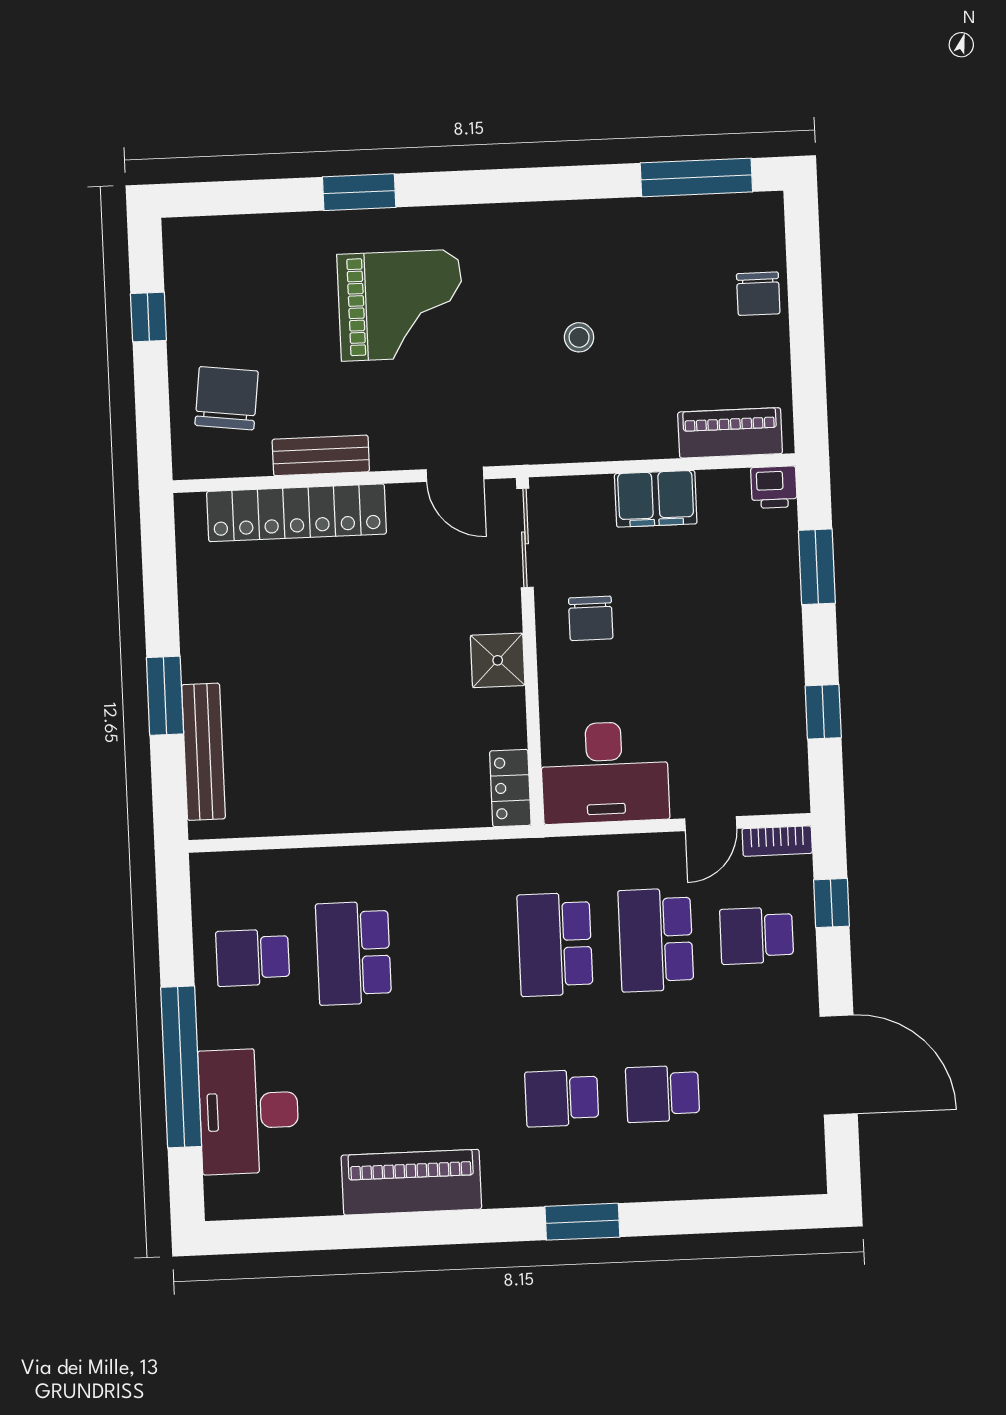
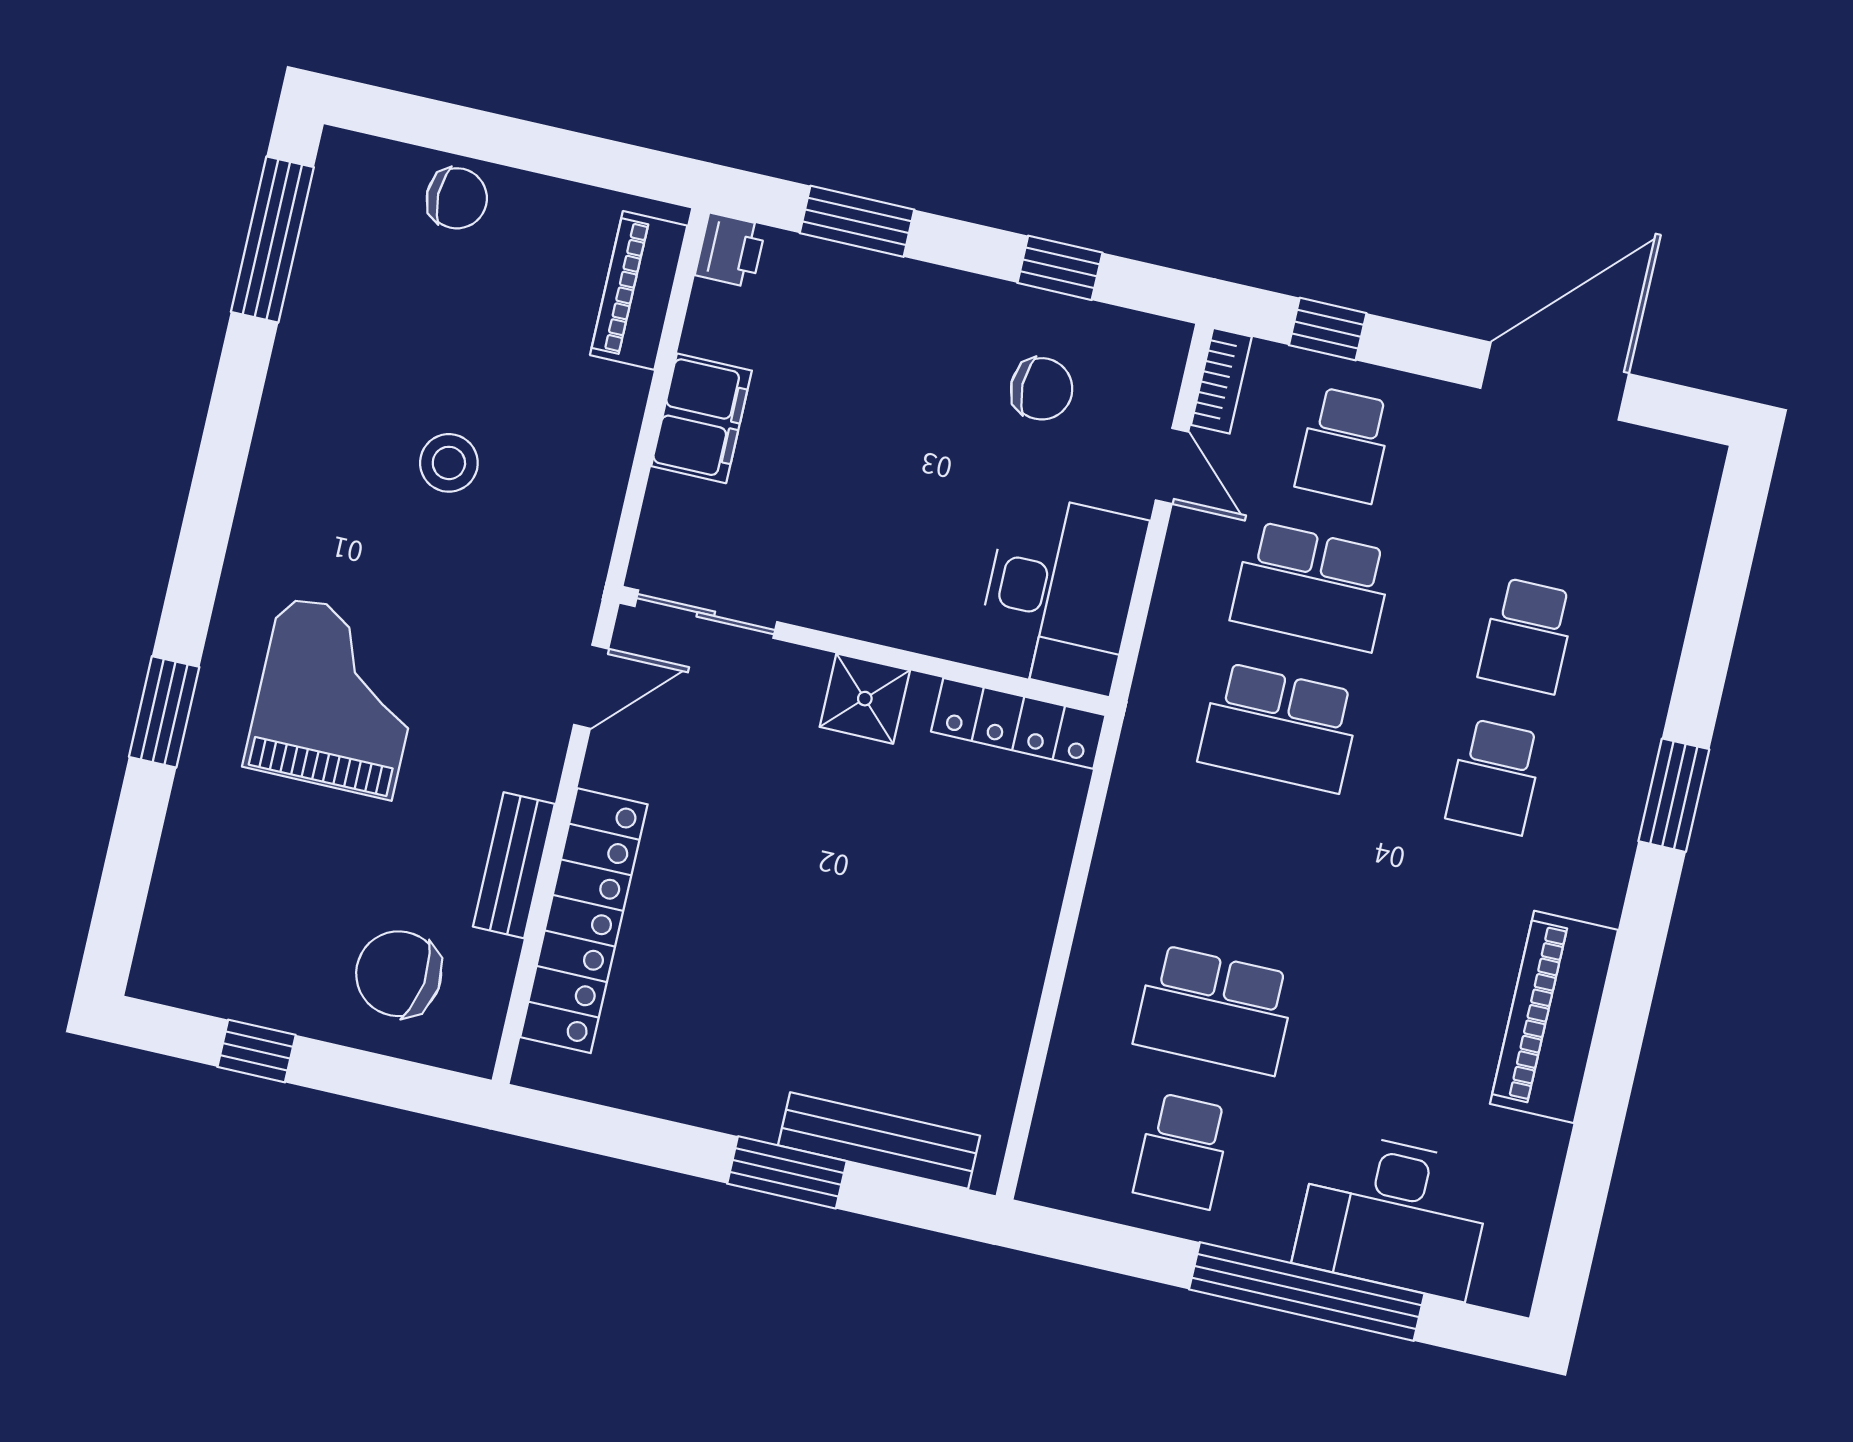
stool: (579, 337) -> (449, 463), width x1.37, depth x1.37
chair: (591, 618) -> (1042, 389), moved
locker: (510, 788) -> (1018, 723), width x1.53

